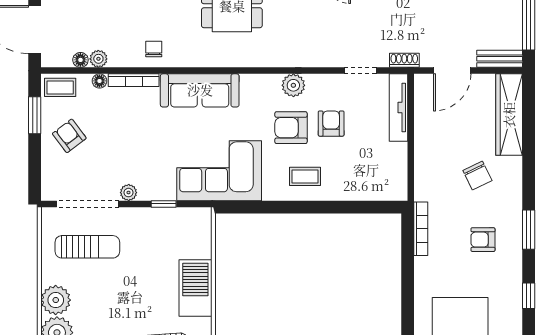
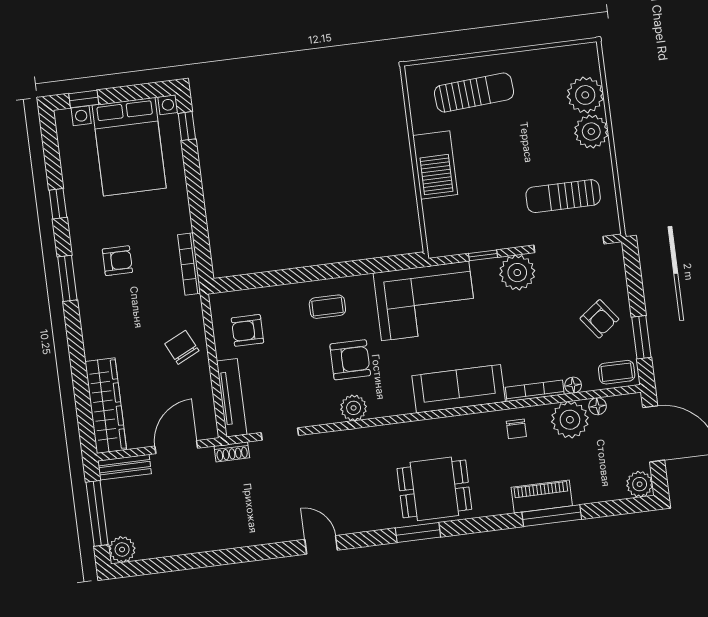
plant: (98, 59) -> (570, 420), width x1.87, depth x1.87
armchair: (331, 124) -> (247, 330), moved, turned 90
chair: (477, 176) -> (182, 347), moved
plant: (129, 193) -> (517, 273), width x1.88, depth x1.88

